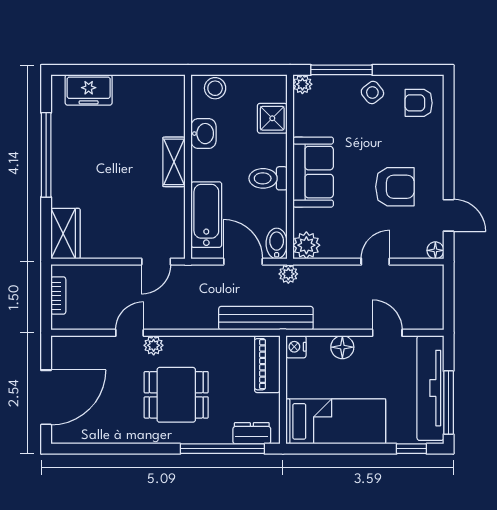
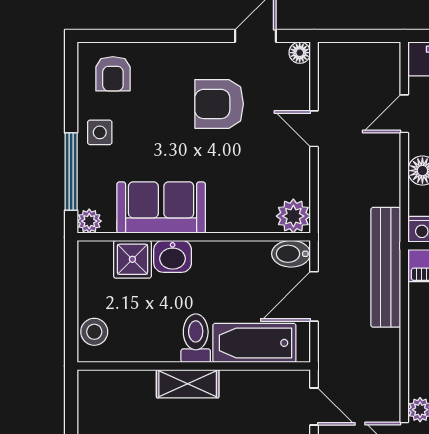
side table: (372, 92) -> (100, 132), turned 38
washbasin: (203, 134) -> (173, 256), moved, turned 180
sofa: (313, 172) -> (161, 208), moved
toilet: (268, 178) -> (196, 338), moved, turned 180
armchair: (395, 187) -> (219, 104), turned -90
plant: (288, 274) -> (330, 239), removed

